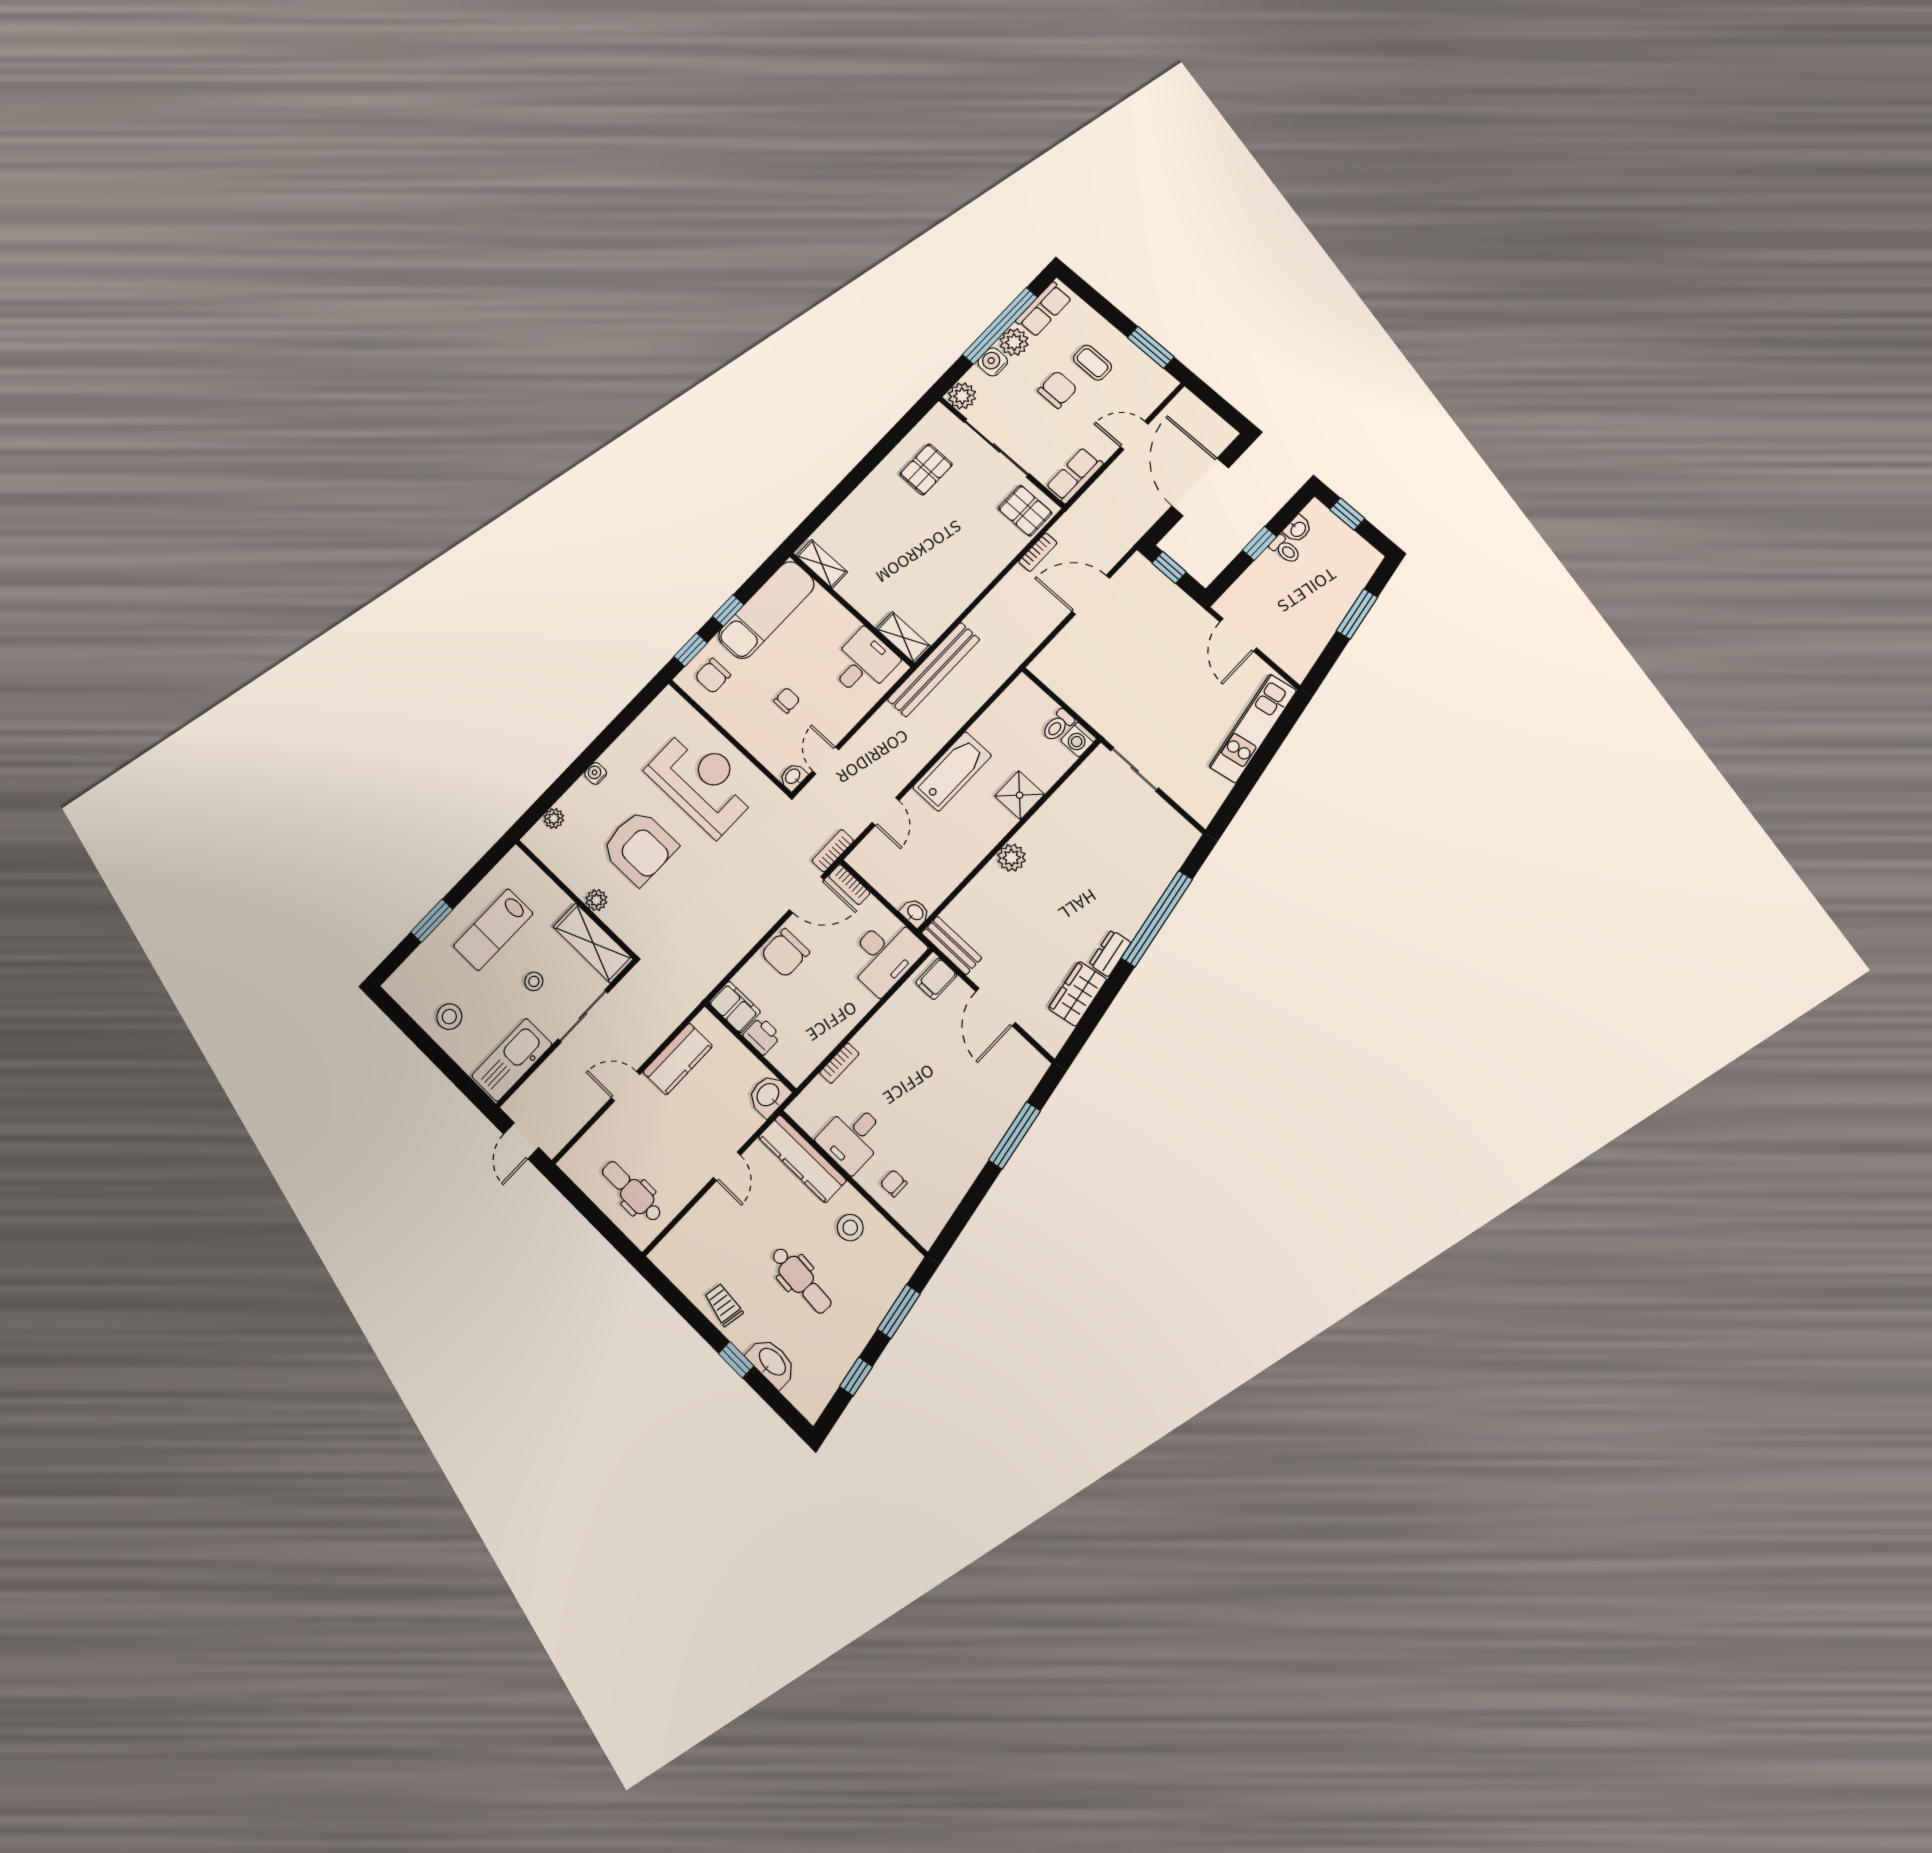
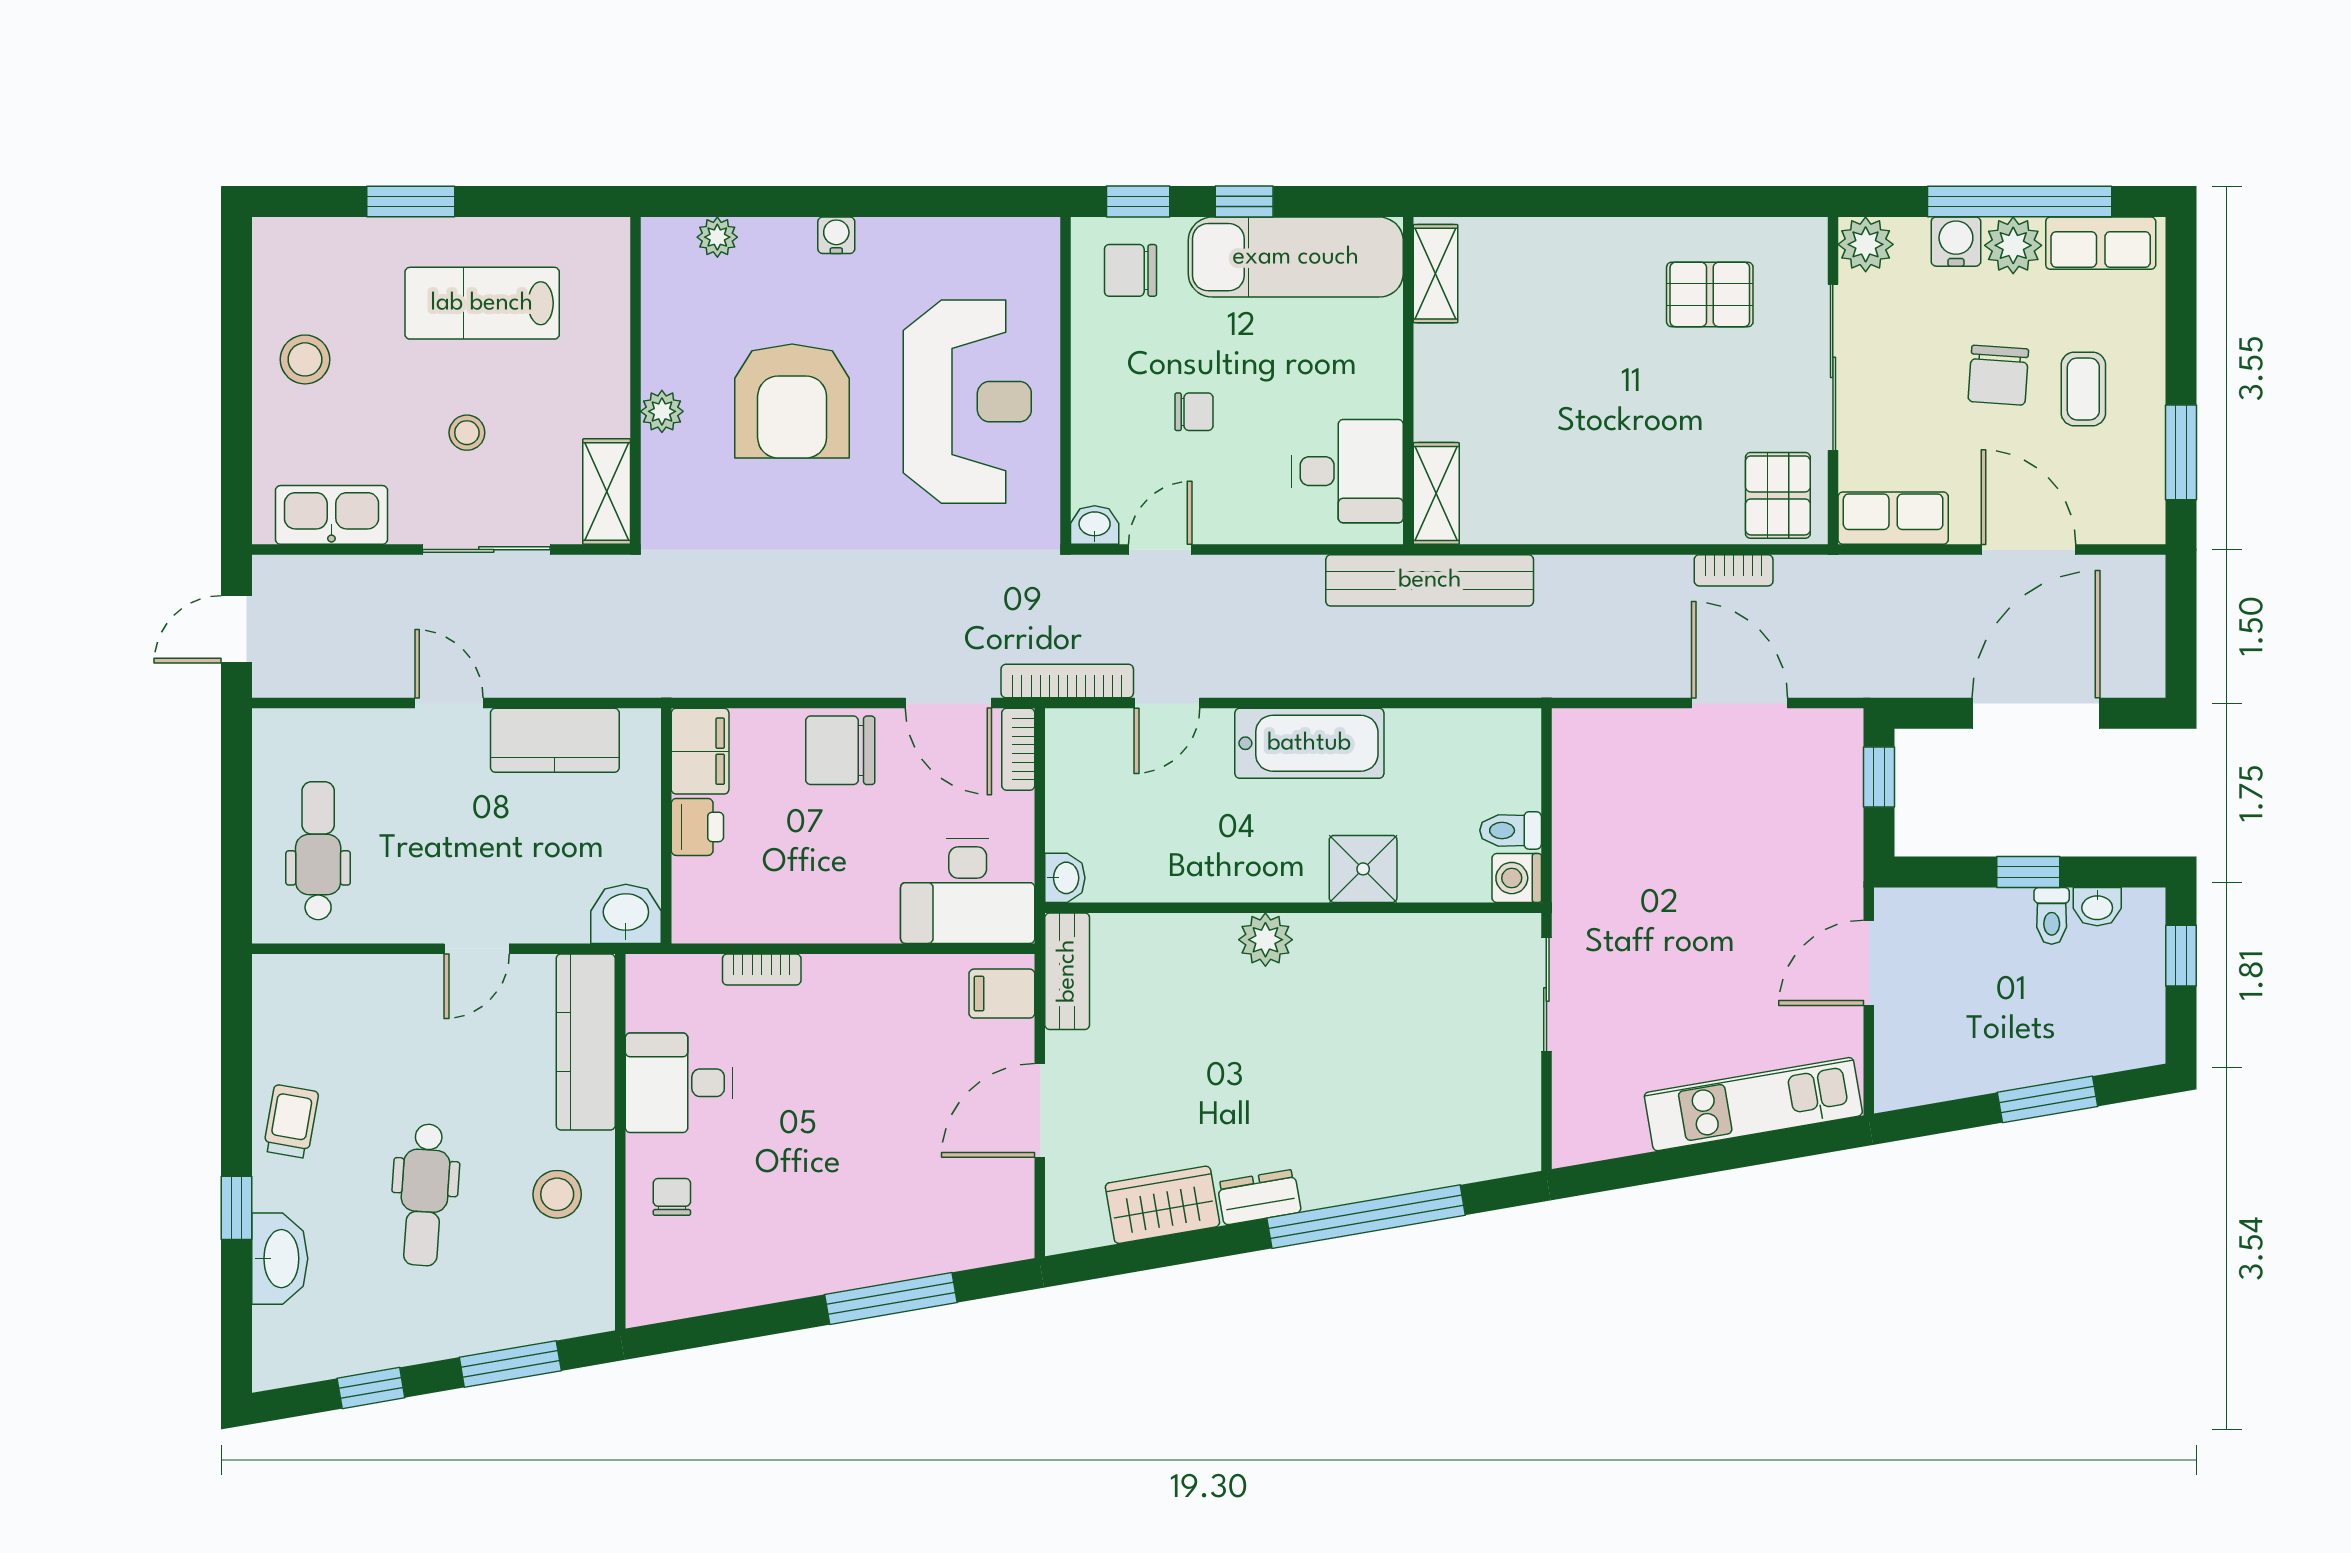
chair: (1057, 390) -> (1998, 375), turned 94
door: (1134, 435) -> (2029, 550), width x1.37
bookcase: (833, 851) -> (1067, 681), width x1.56
shelving: (593, 943) -> (607, 492), width x0.67, depth x0.75
kitchen sink: (512, 1060) -> (331, 515), width x0.73, depth x0.81

